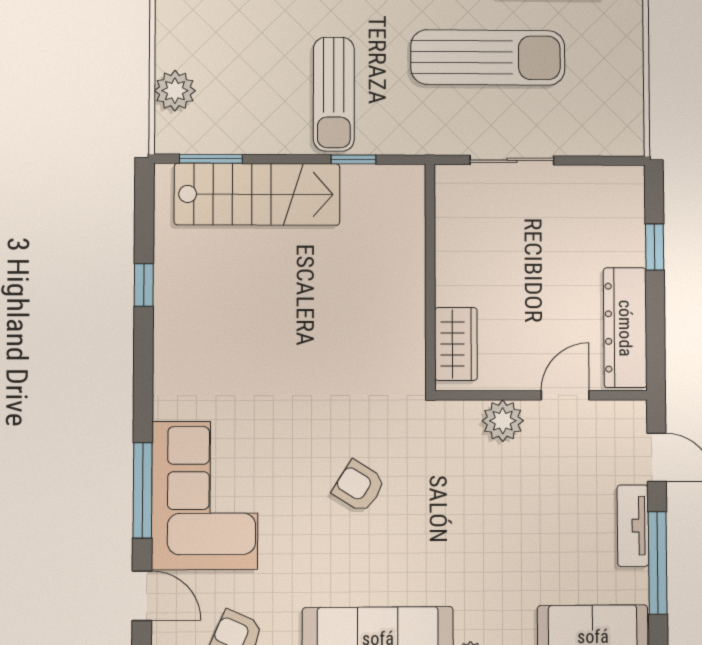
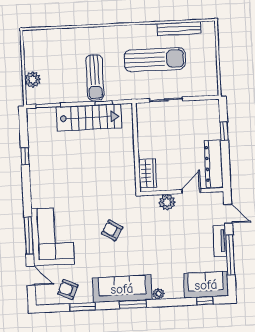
stairs: (257, 194) -> (89, 117), moved

